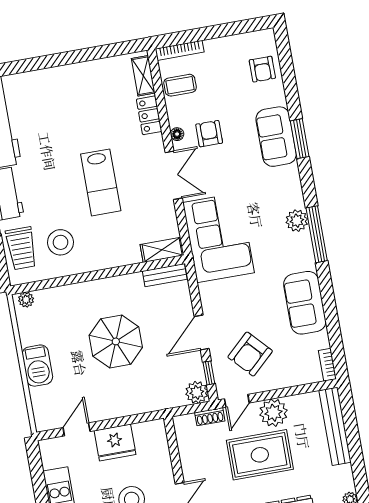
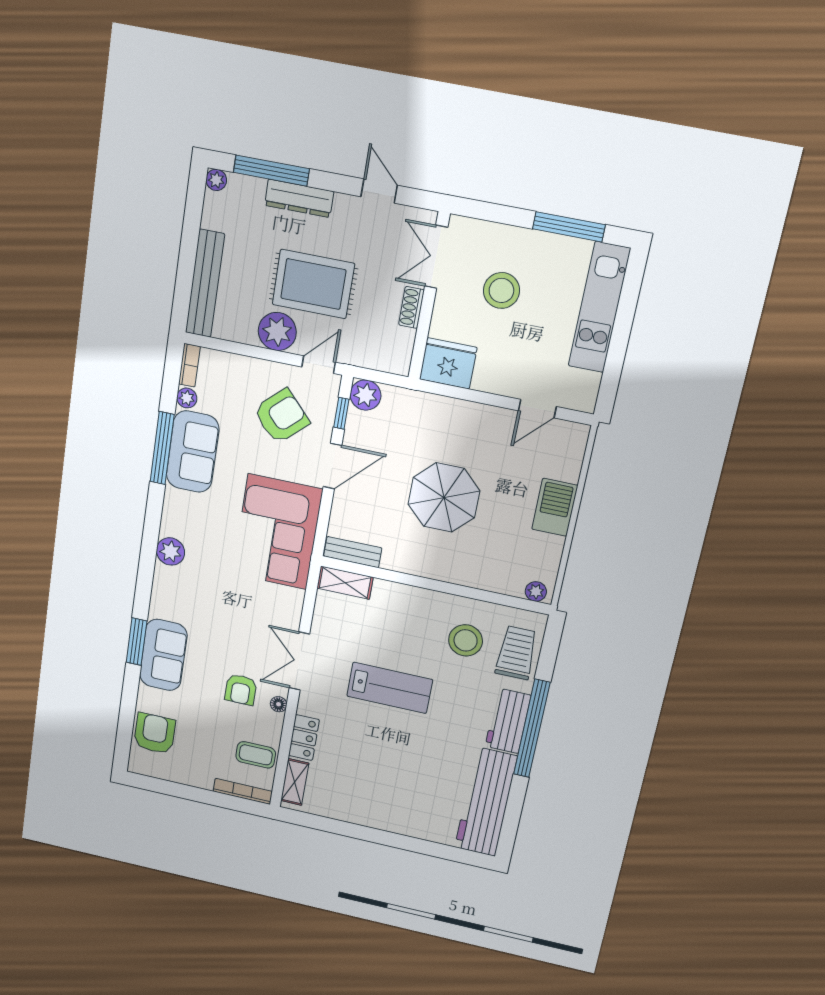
armchair: (262, 69) -> (155, 733), width x1.38, depth x1.38
lab bench: (101, 182) -> (390, 688), turned 90
window: (317, 234) -> (162, 448), moved
corner sofa: (218, 238) -> (277, 532), moved
plant: (322, 340) -> (187, 398), added
shoe rack: (210, 417) -> (411, 307), moved, turned -90
fridge: (115, 442) -> (448, 363), moved

